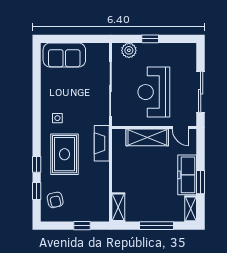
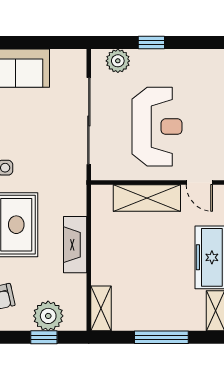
reception desk: (154, 92) -> (157, 127), turned 180
fireplace: (102, 143) -> (75, 245), moved
plant: (85, 212) -> (48, 316), added

